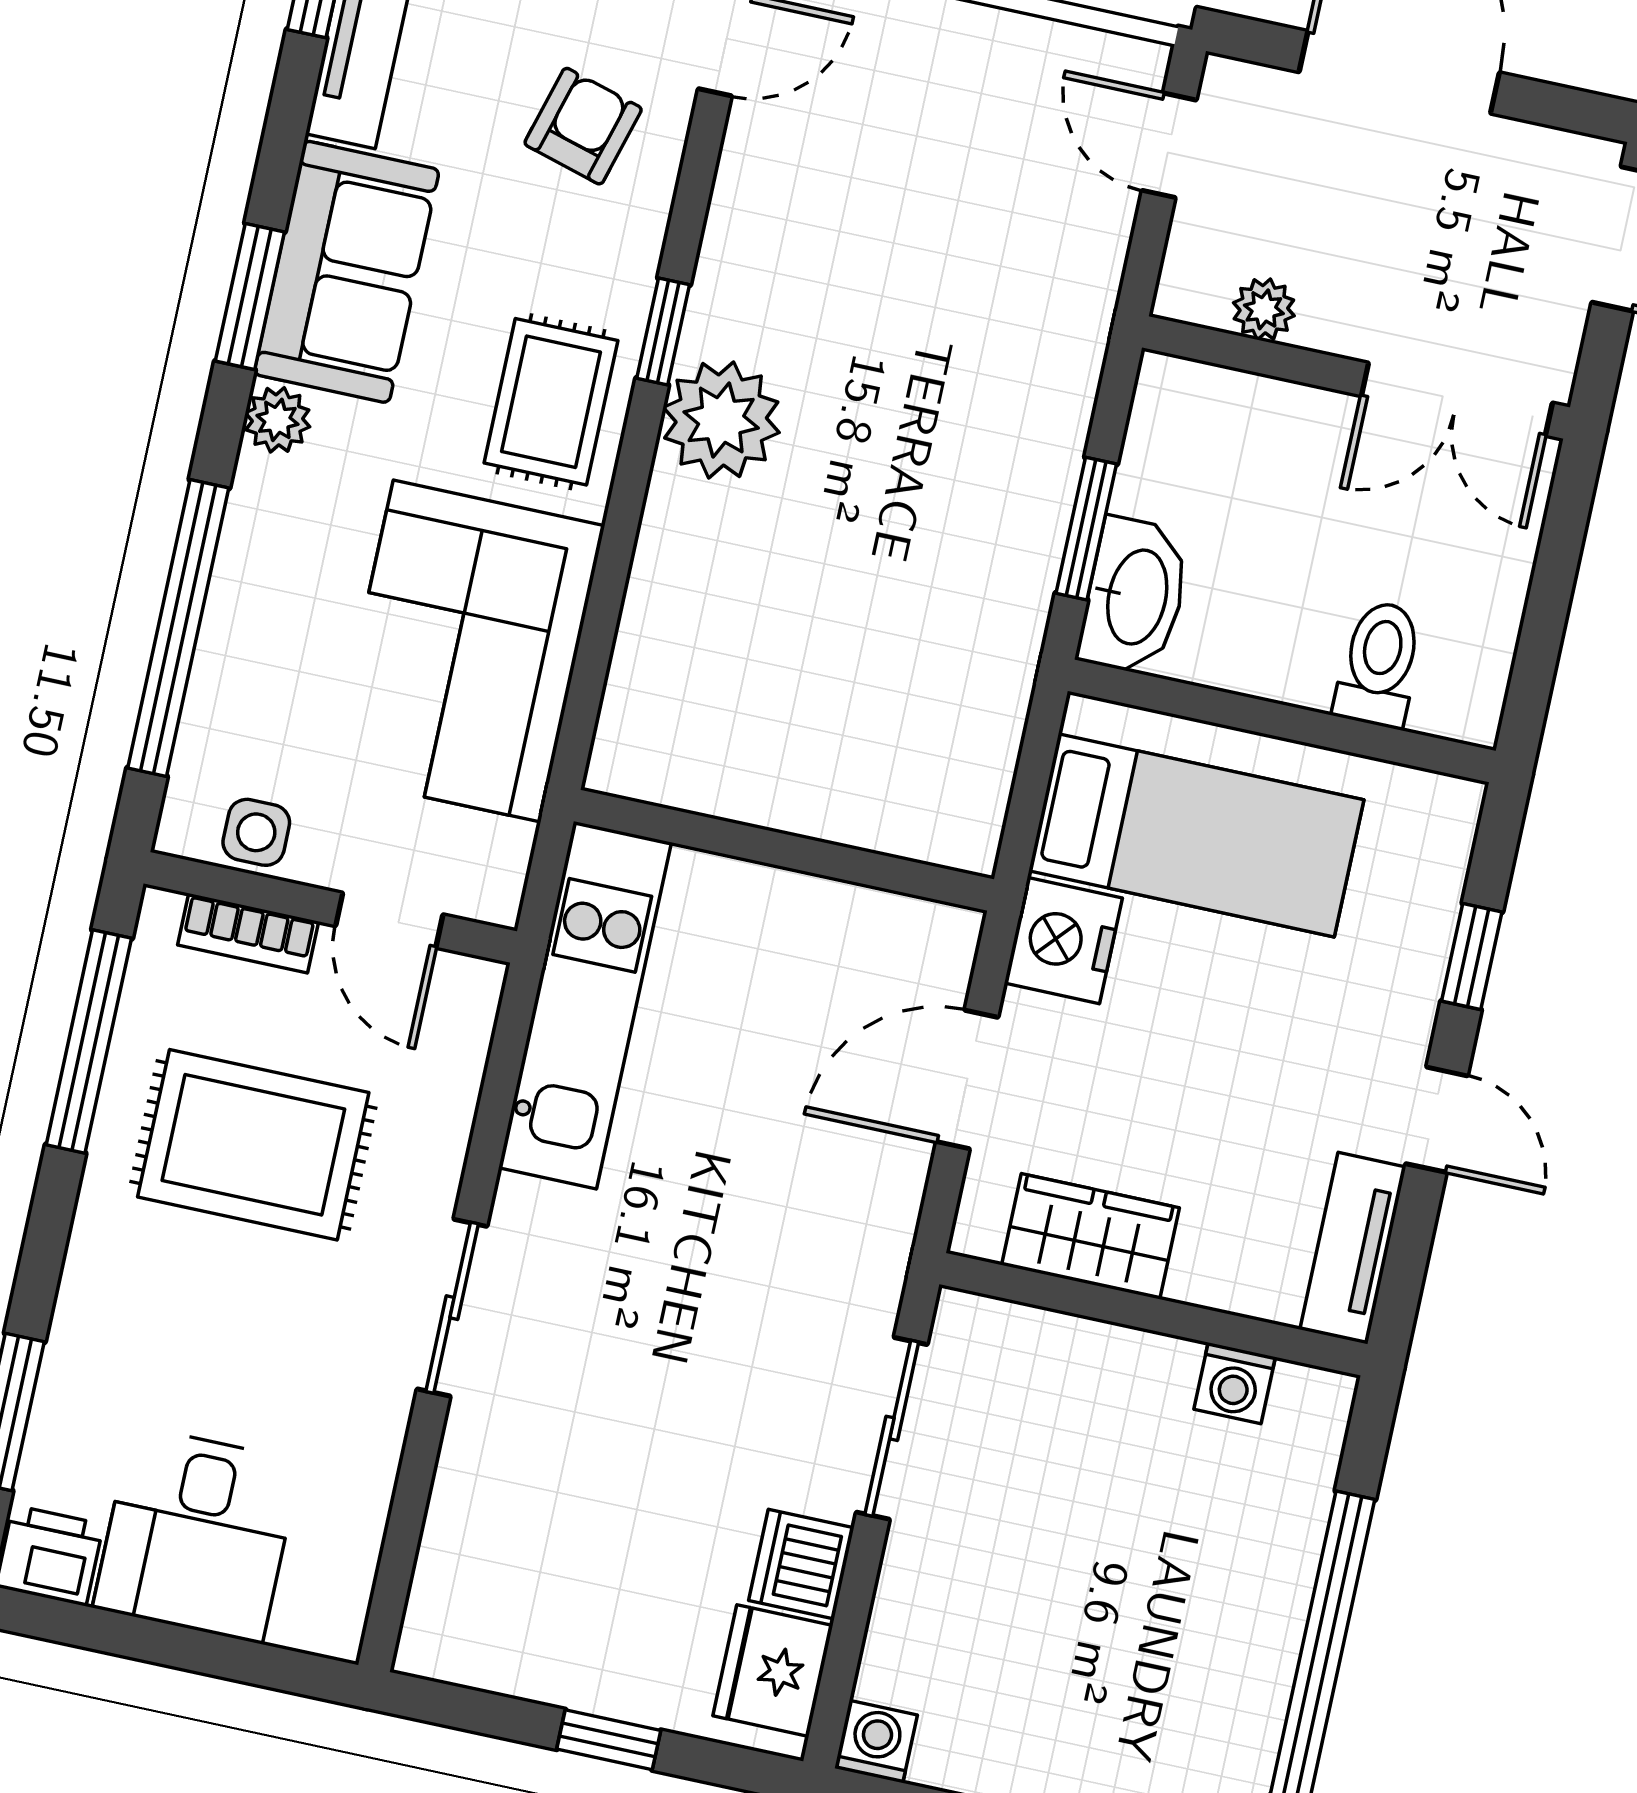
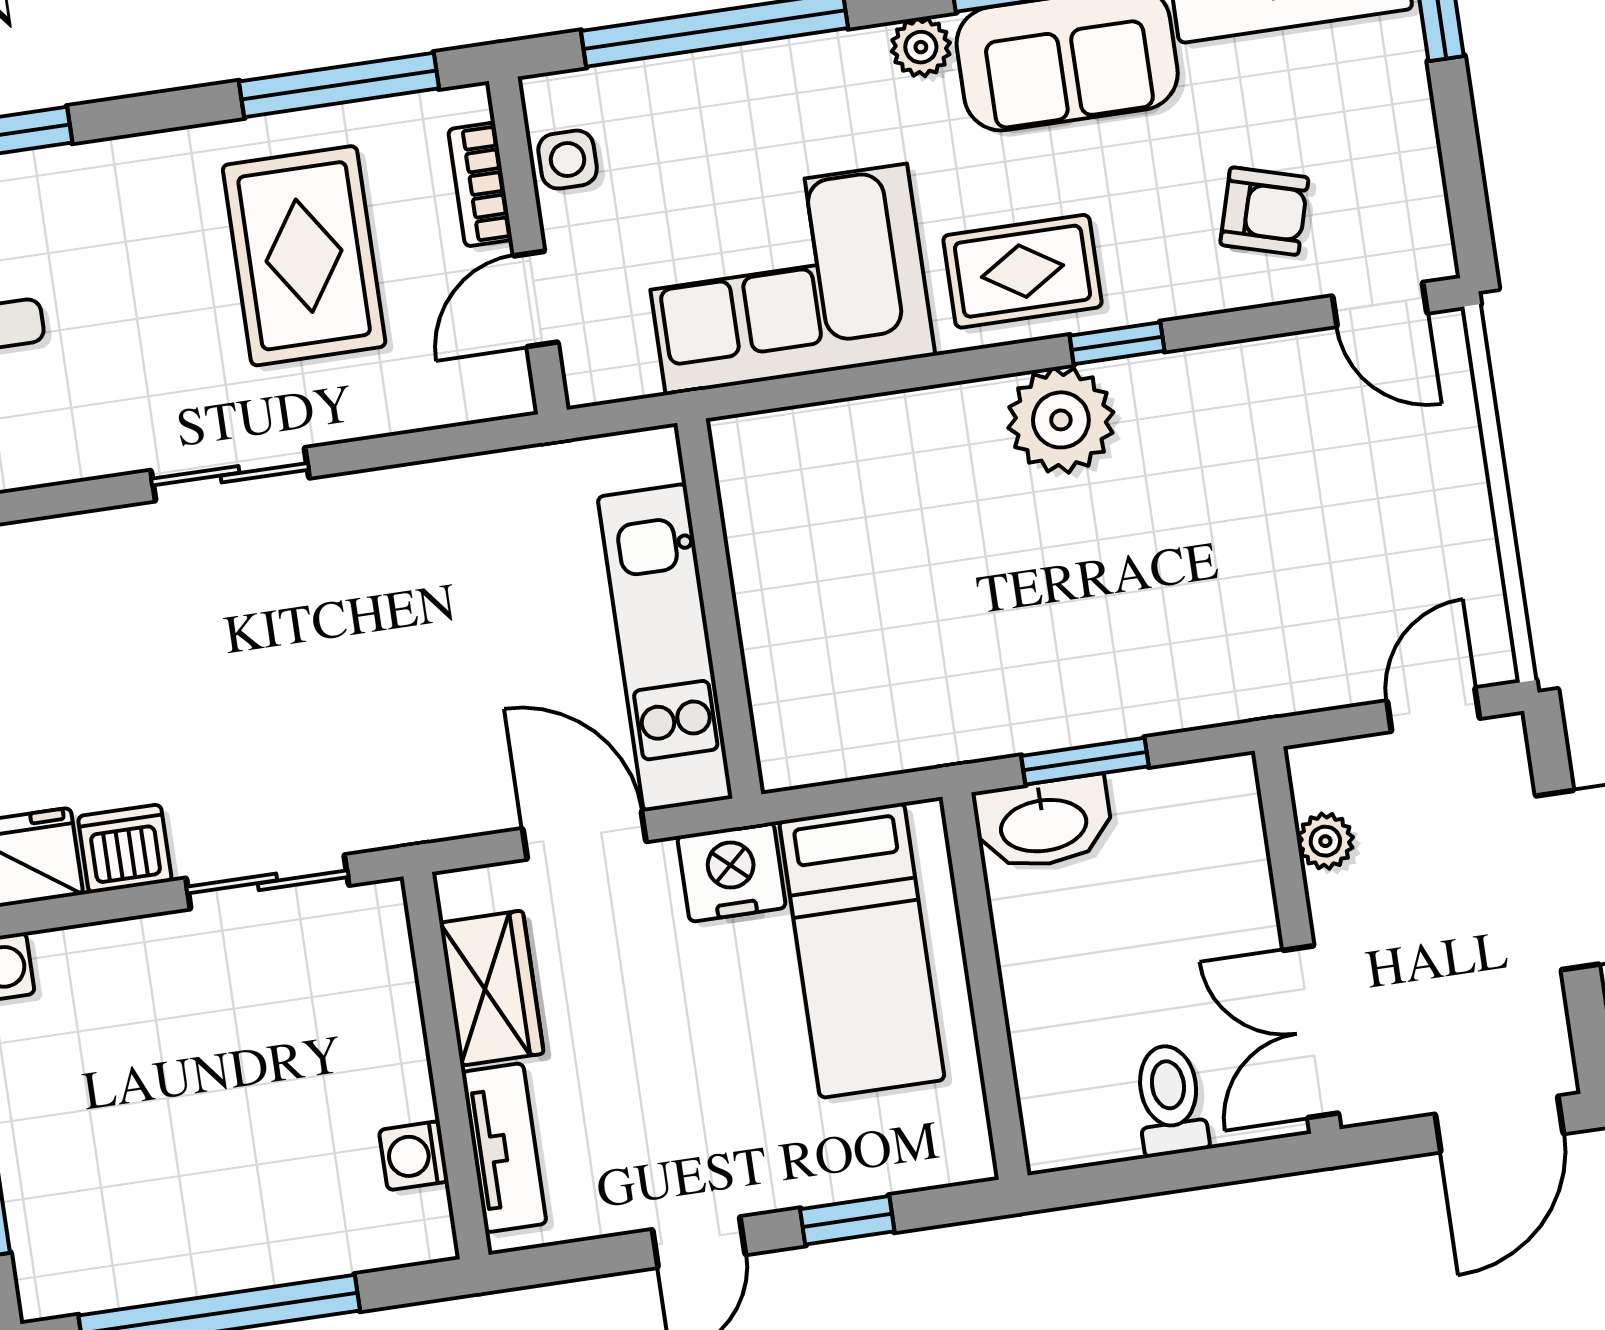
toilet: (1379, 664) -> (1170, 1100), moved, turned -90
kitchen unit: (585, 1005) -> (665, 648), moved, turned 90
tv unit: (1353, 1248) -> (504, 1148), moved, turned 90

